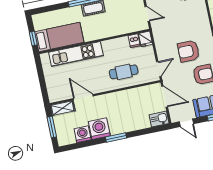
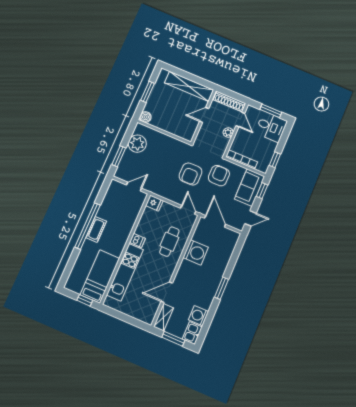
dishwasher: (134, 41) -> (137, 240), moved
door: (165, 96) -> (215, 221), hinge flipped
kitchen sink: (159, 119) -> (192, 333), moved
washing machine: (99, 129) -> (196, 252), moved, turned 180

